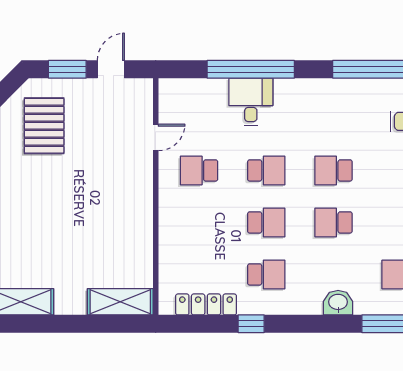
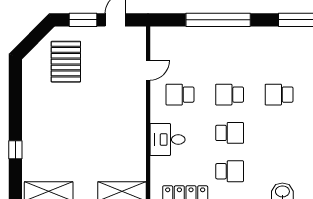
desk: (251, 102) -> (167, 140), moved, turned -90
school desk: (266, 170) -> (230, 95), turned 180
school desk: (333, 222) -> (279, 133), removed

